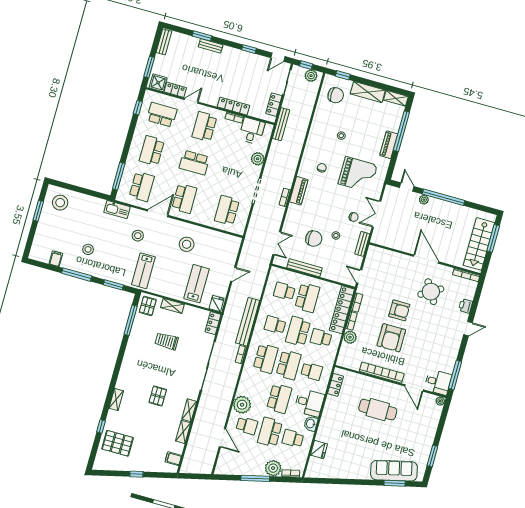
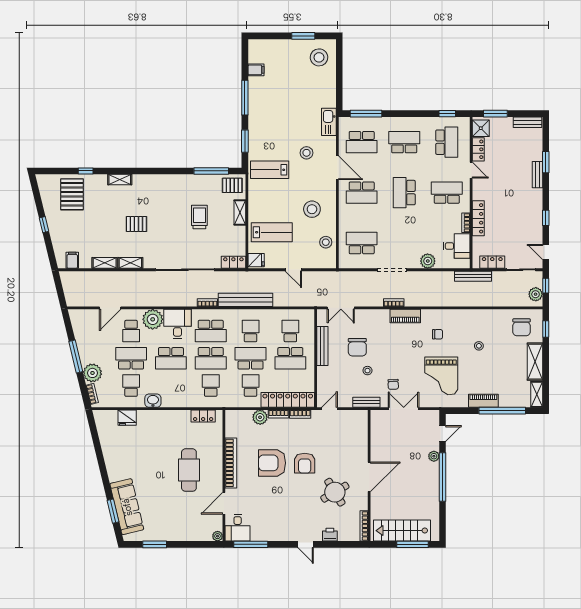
stool: (88, 249) -> (326, 242), moved
school desk: (312, 371) -> (211, 386), turned 180
desk: (309, 403) -> (177, 324), moved, turned 180

